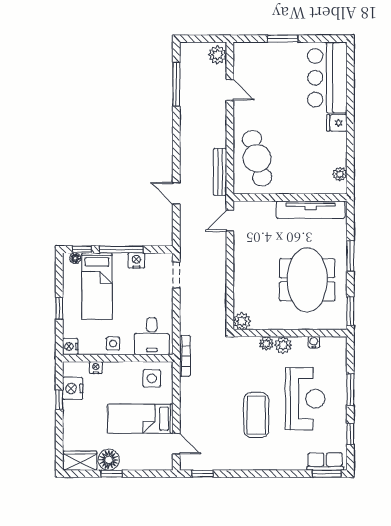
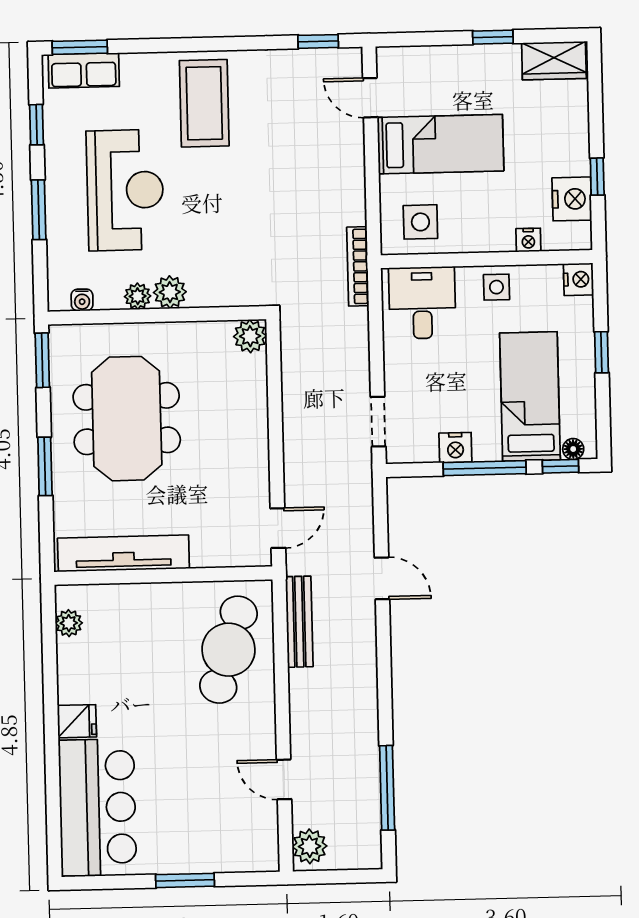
cafe table: (257, 158) -> (228, 650), turned 32
water cooler: (314, 342) -> (82, 300), moved
plant: (266, 343) -> (138, 296), moved
reception desk: (305, 399) -> (125, 190), turned 180
coffee table: (256, 415) -> (204, 103), moved
floor lamp: (109, 460) -> (499, 64), removed

